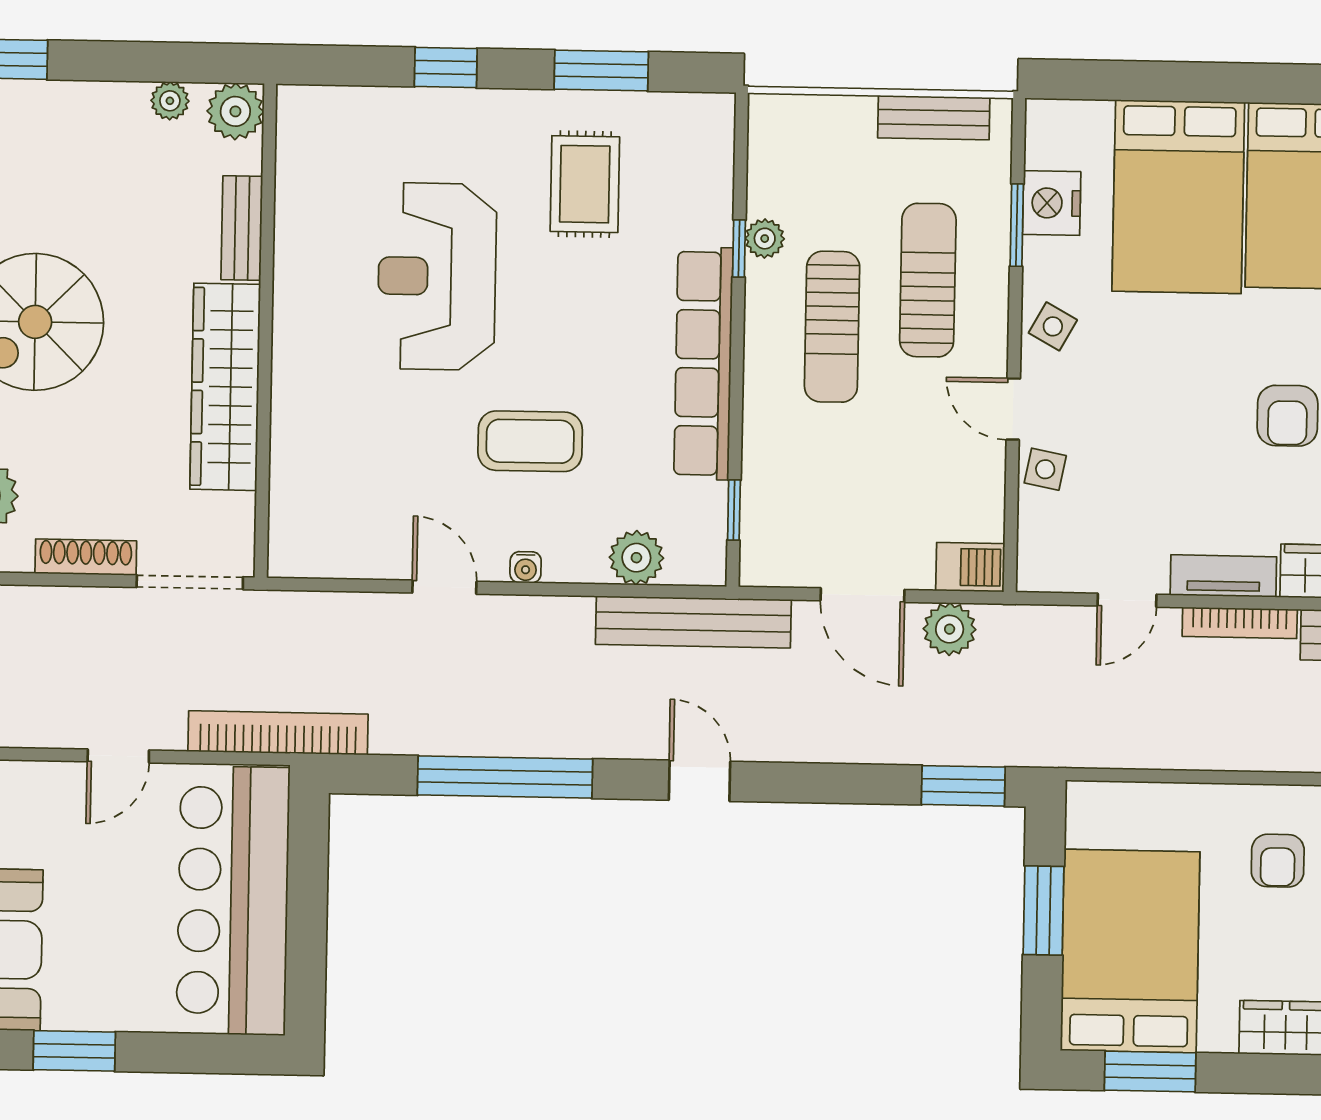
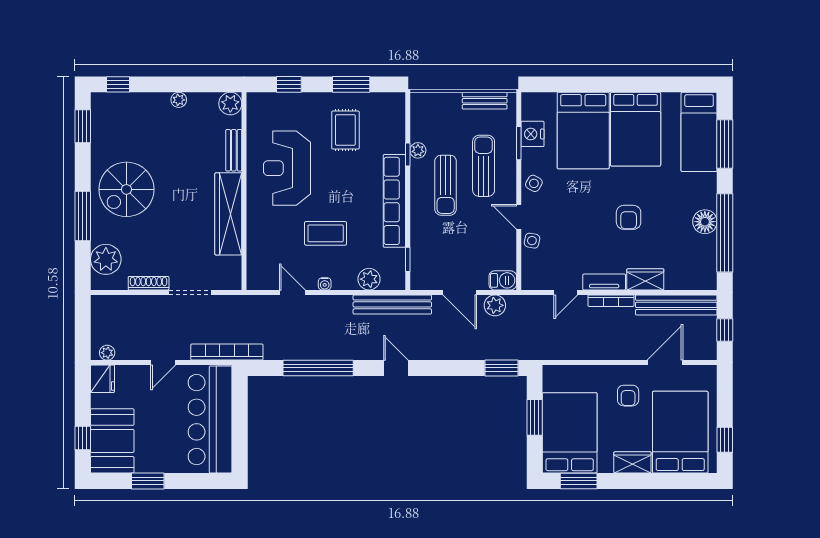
plant: (235, 111) -> (230, 104), moved
bench: (242, 228) -> (234, 150), moved
wall: (266, 331) -> (244, 191), moved
wardrobe: (225, 387) -> (228, 214), moved

